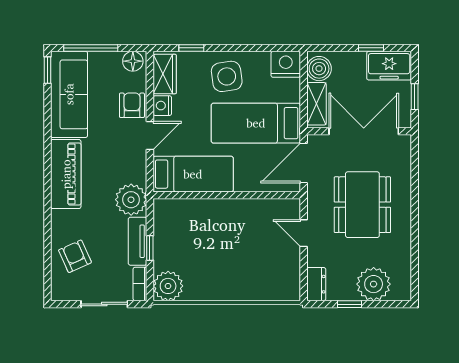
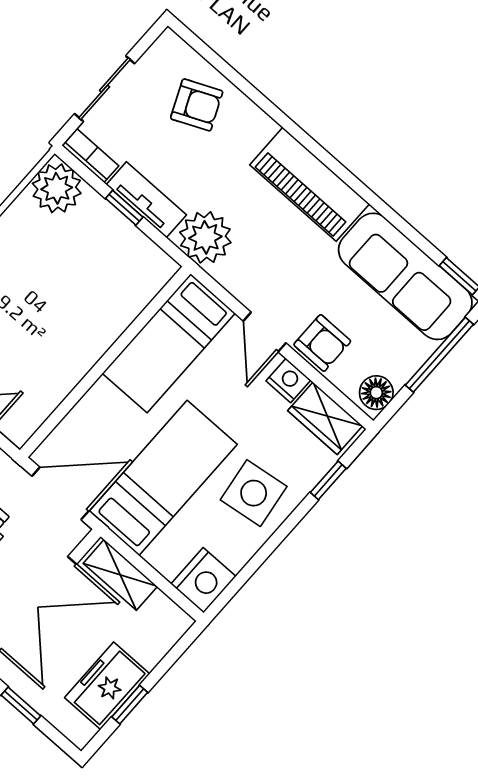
freezer: (389, 66) -> (107, 686), moved
boiler: (319, 69) -> (161, 617), removed
door: (304, 163) -> (60, 493), hinge flipped

